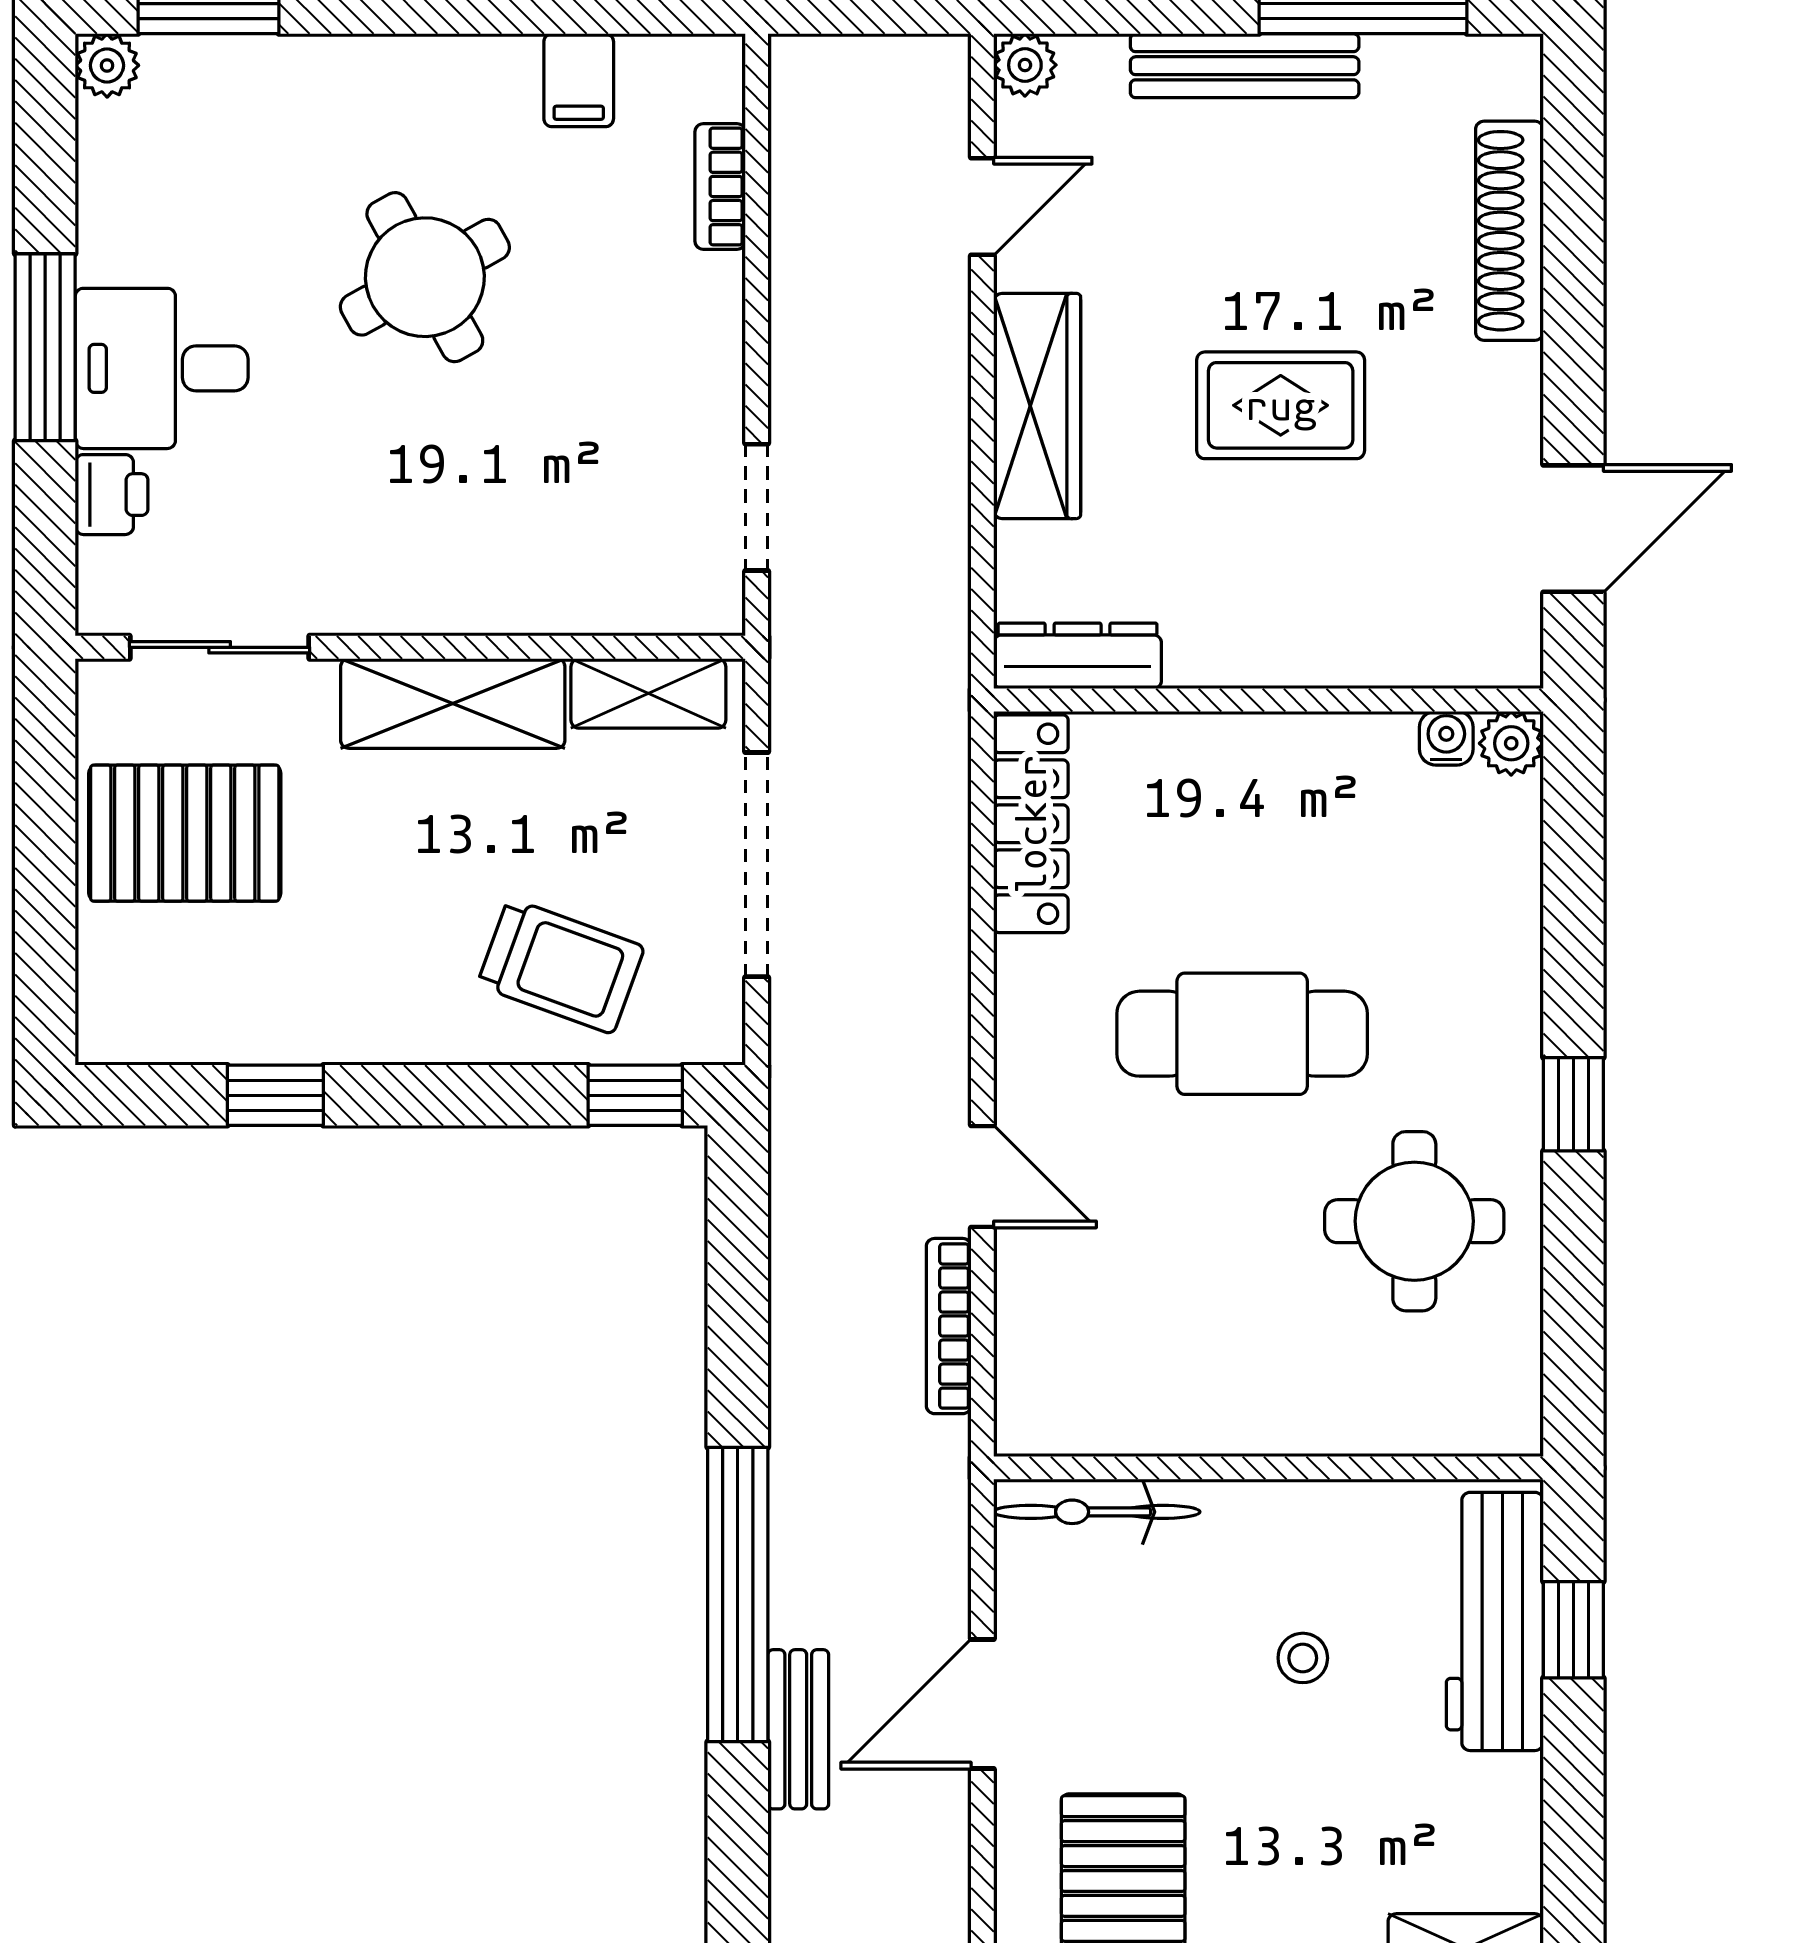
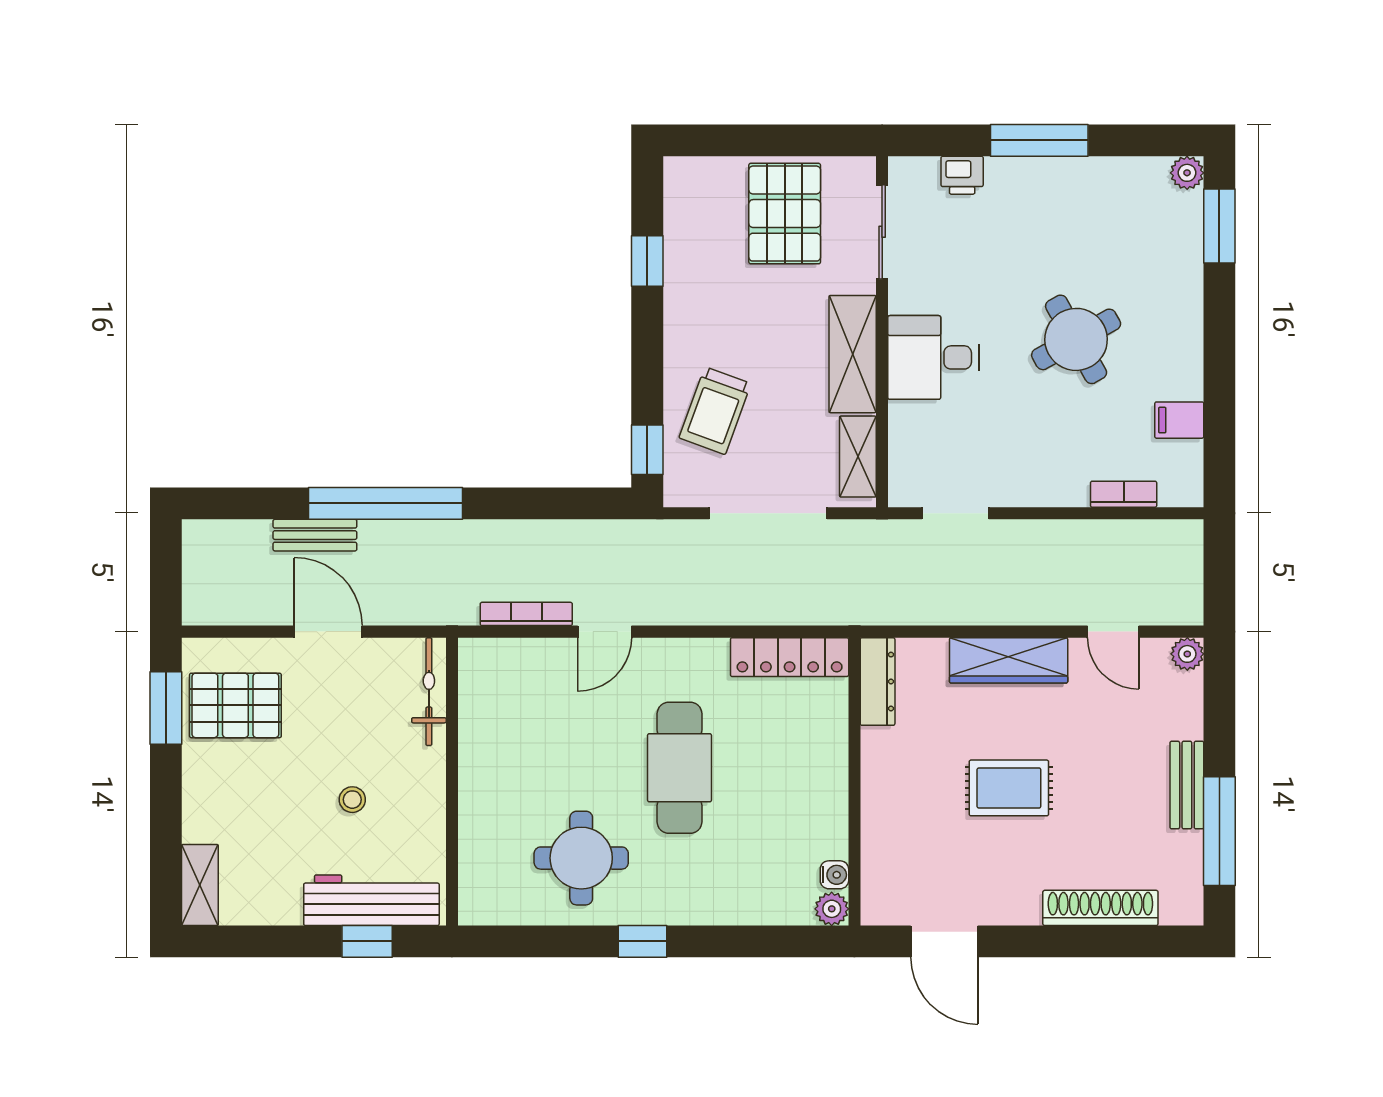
bench: (1245, 66) -> (1187, 785), width x0.73
desk: (162, 368) -> (933, 357), moved, turned -90
rug: (1281, 405) -> (1009, 788), turned 90

